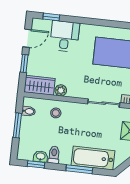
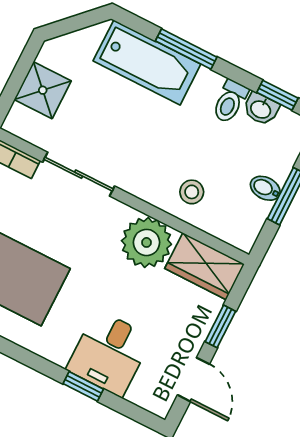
window: (51, 17) -> (83, 386), moved
door: (27, 38) -> (193, 380), swing flipped
plant: (61, 90) -> (146, 242), width x1.88, depth x1.88
bidet: (29, 111) -> (265, 188), moved

